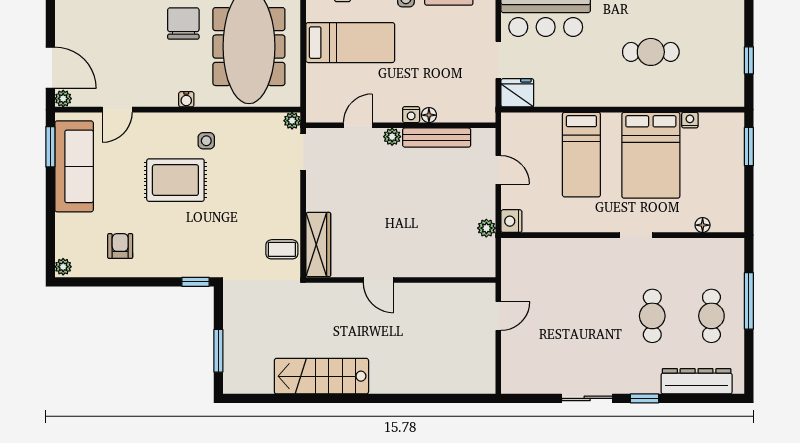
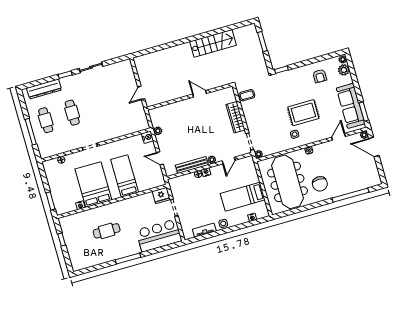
plant: (67, 244) -> (344, 70), added
wardrobe: (318, 244) -> (235, 117), moved

